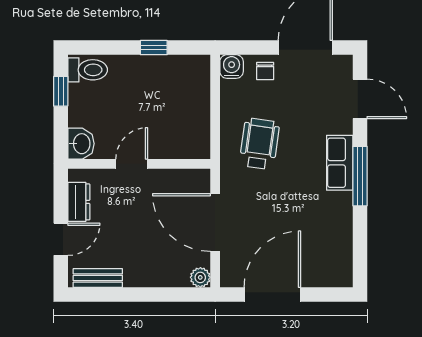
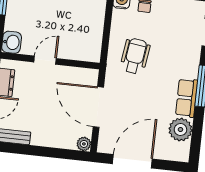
row of seats: (340, 163) -> (187, 98), moved
plant: (336, 242) -> (180, 130), added

